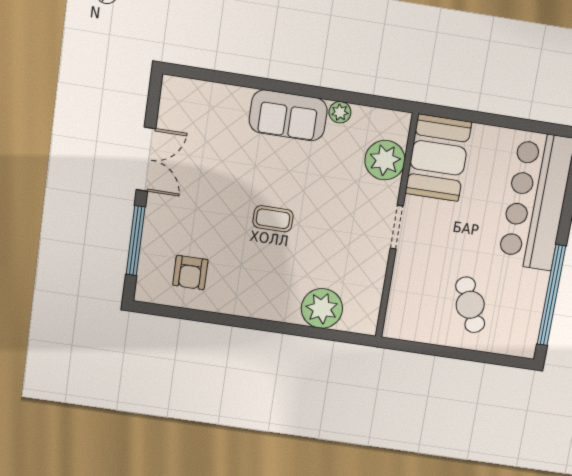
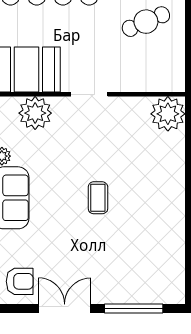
armchair: (190, 272) -> (20, 281), moved
plant: (322, 308) -> (168, 114), moved

